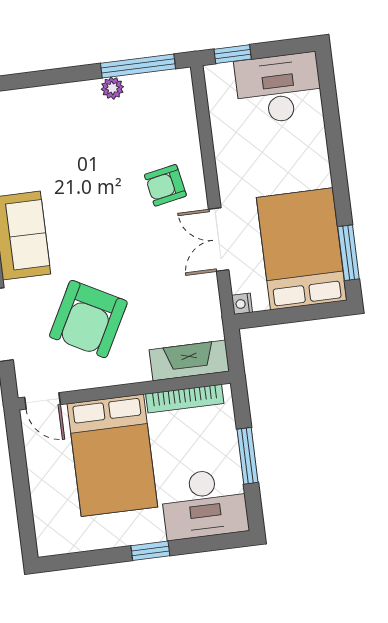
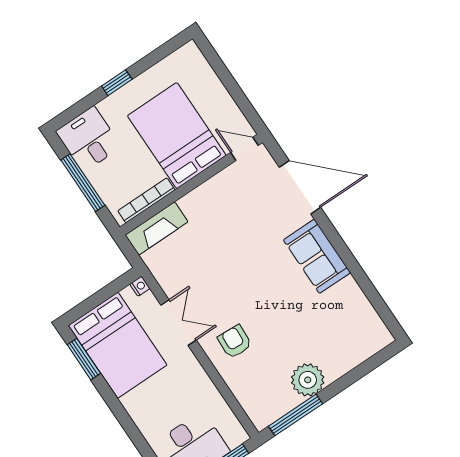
plant: (112, 88) -> (308, 380), width x1.88, depth x1.88
armchair: (165, 185) -> (235, 342), turned -76
armchair: (88, 319) -> (241, 222), removed
window: (247, 456) -> (83, 183), width x1.44
desk: (204, 504) -> (89, 139), width x0.73

